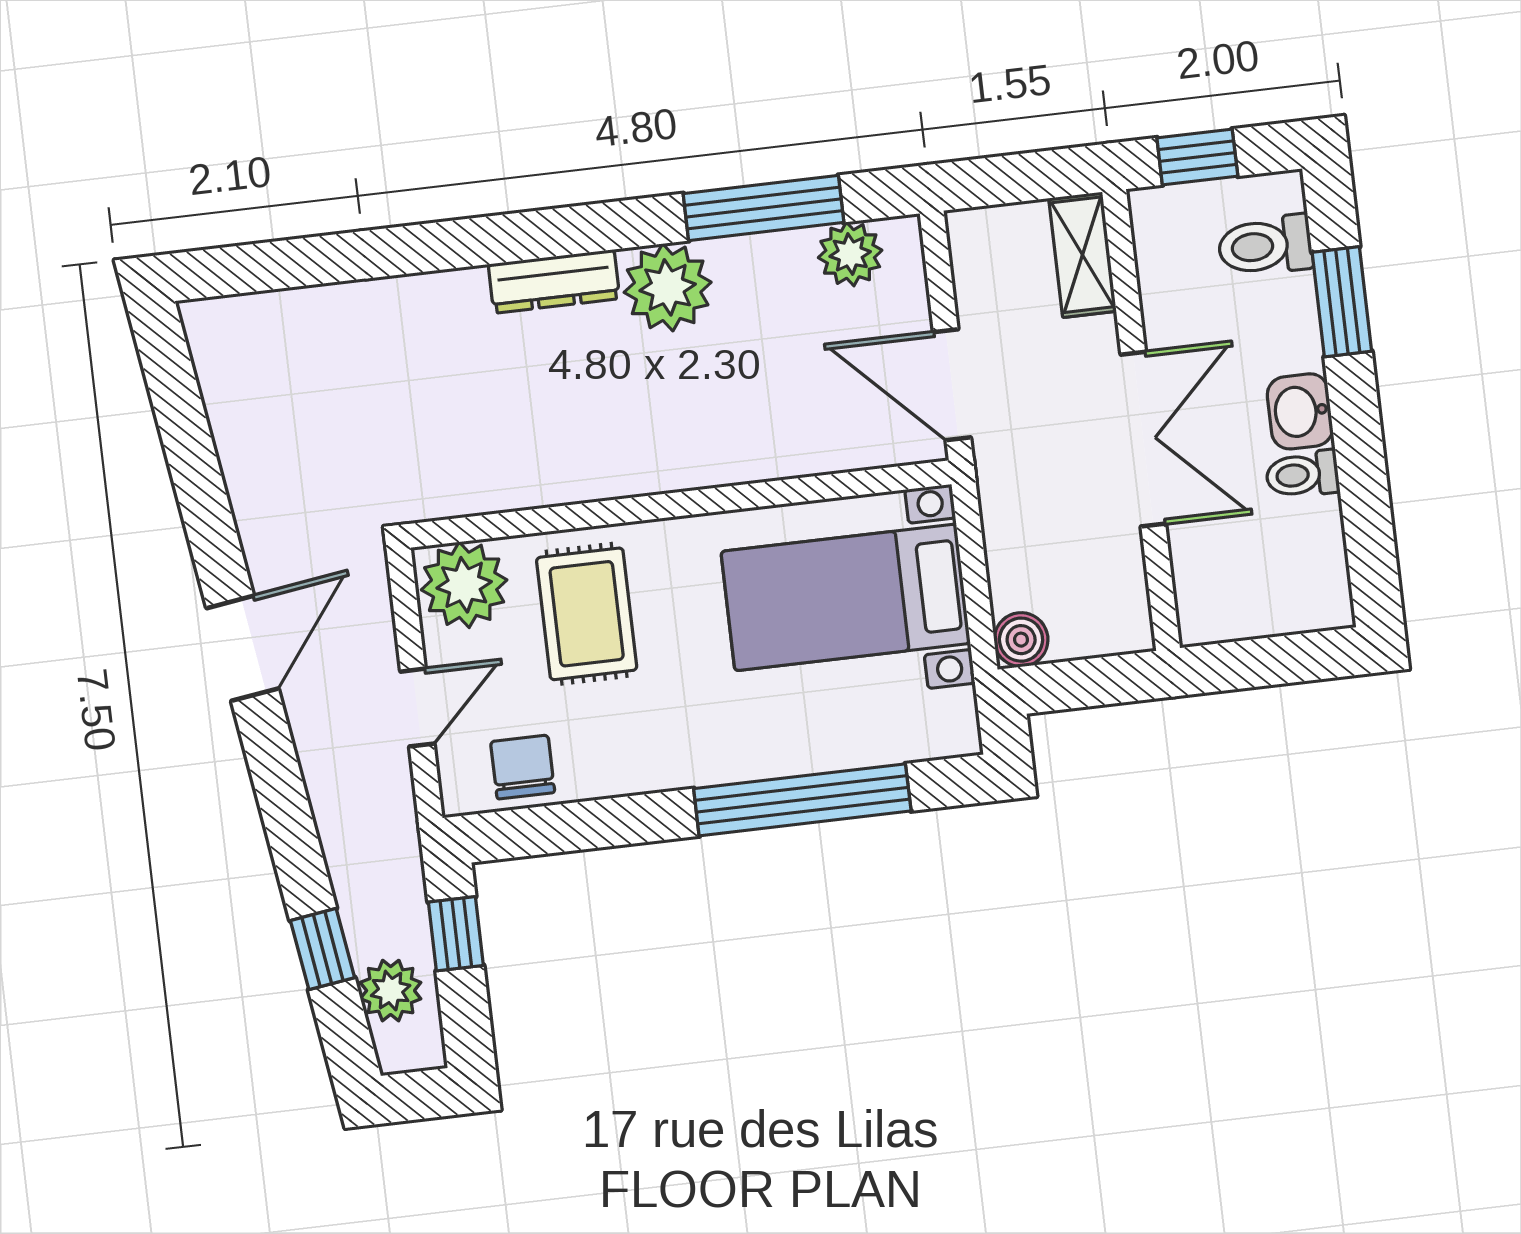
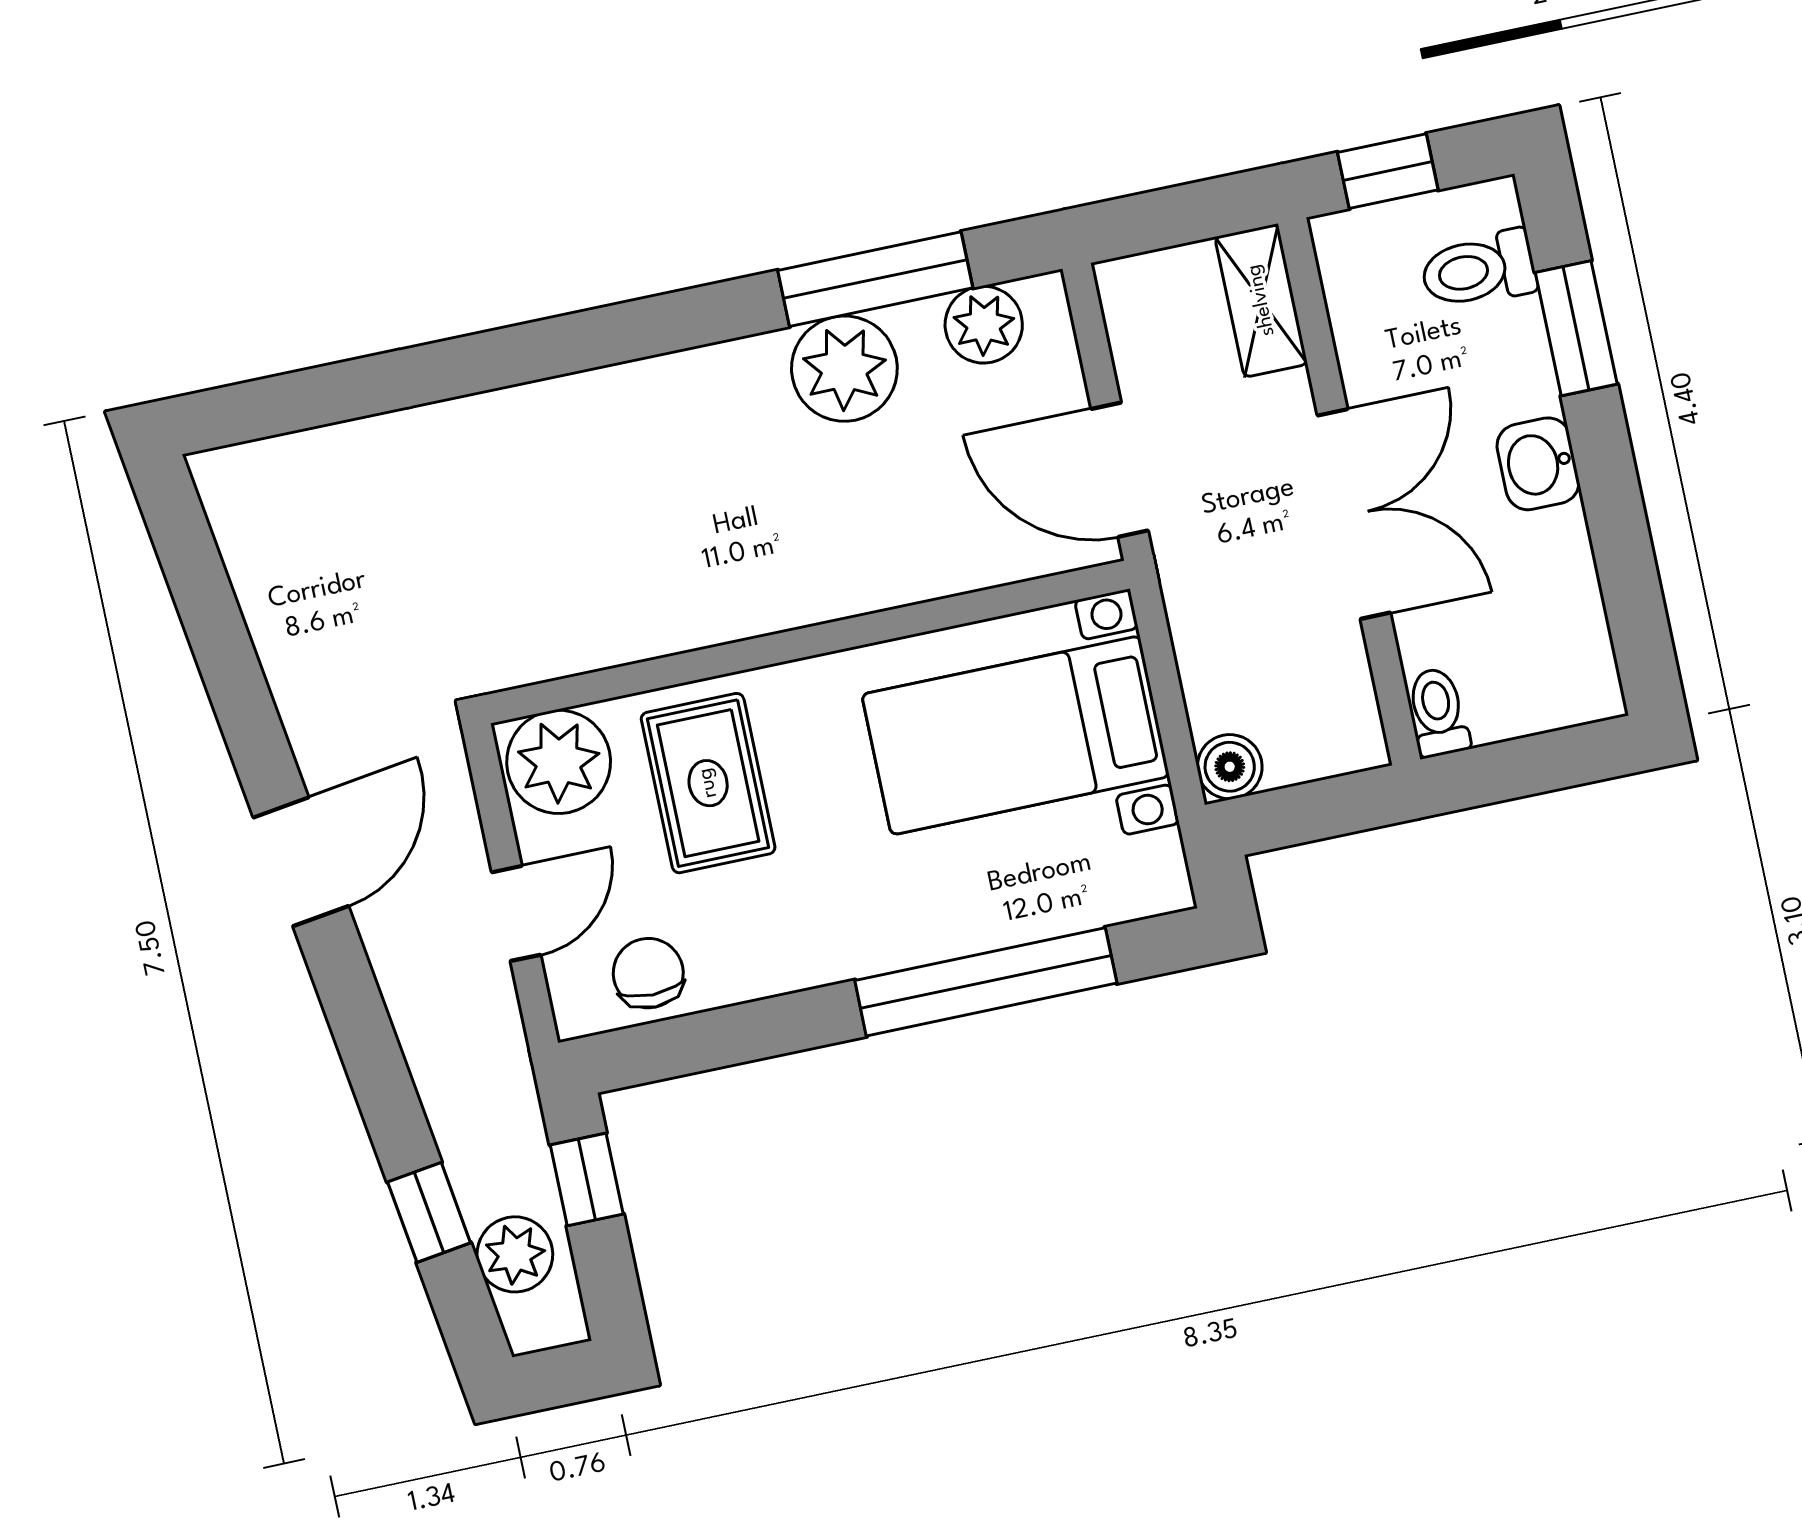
dresser: (554, 281) -> (633, 390), removed
plant: (668, 287) -> (844, 369), moved
toilet: (1302, 474) -> (1438, 712), moved, turned 90

